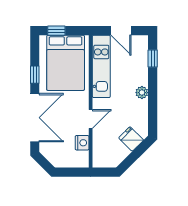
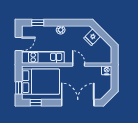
window: (35, 75) -> (36, 103), moved
nightstand: (82, 143) -> (107, 70), moved

